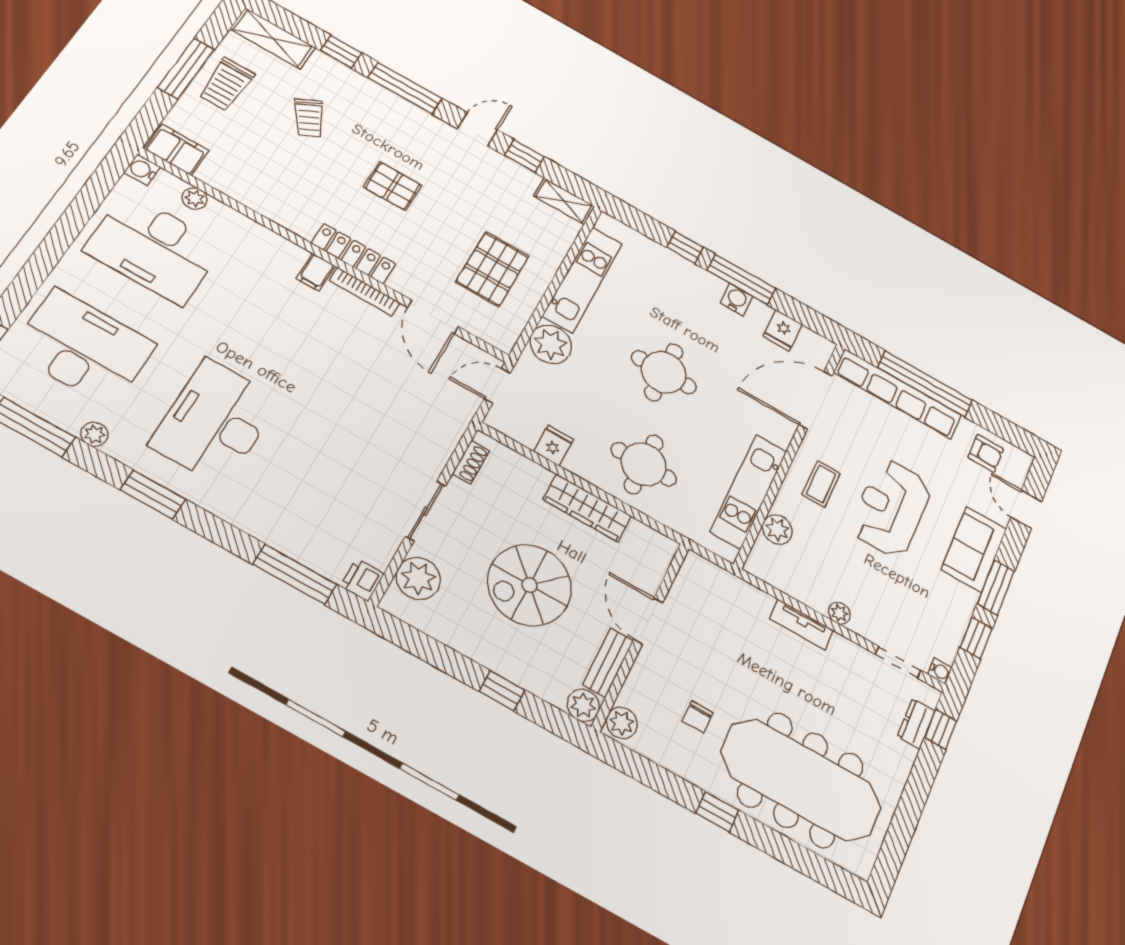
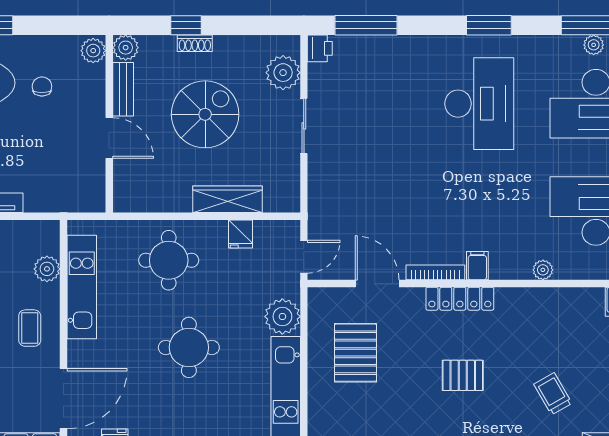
plant: (195, 198) -> (543, 270), moved
plant: (94, 434) -> (594, 45), moved
shoe rack: (471, 462) -> (195, 43), moved, turned -90
wardrobe: (587, 508) -> (228, 199), moved

